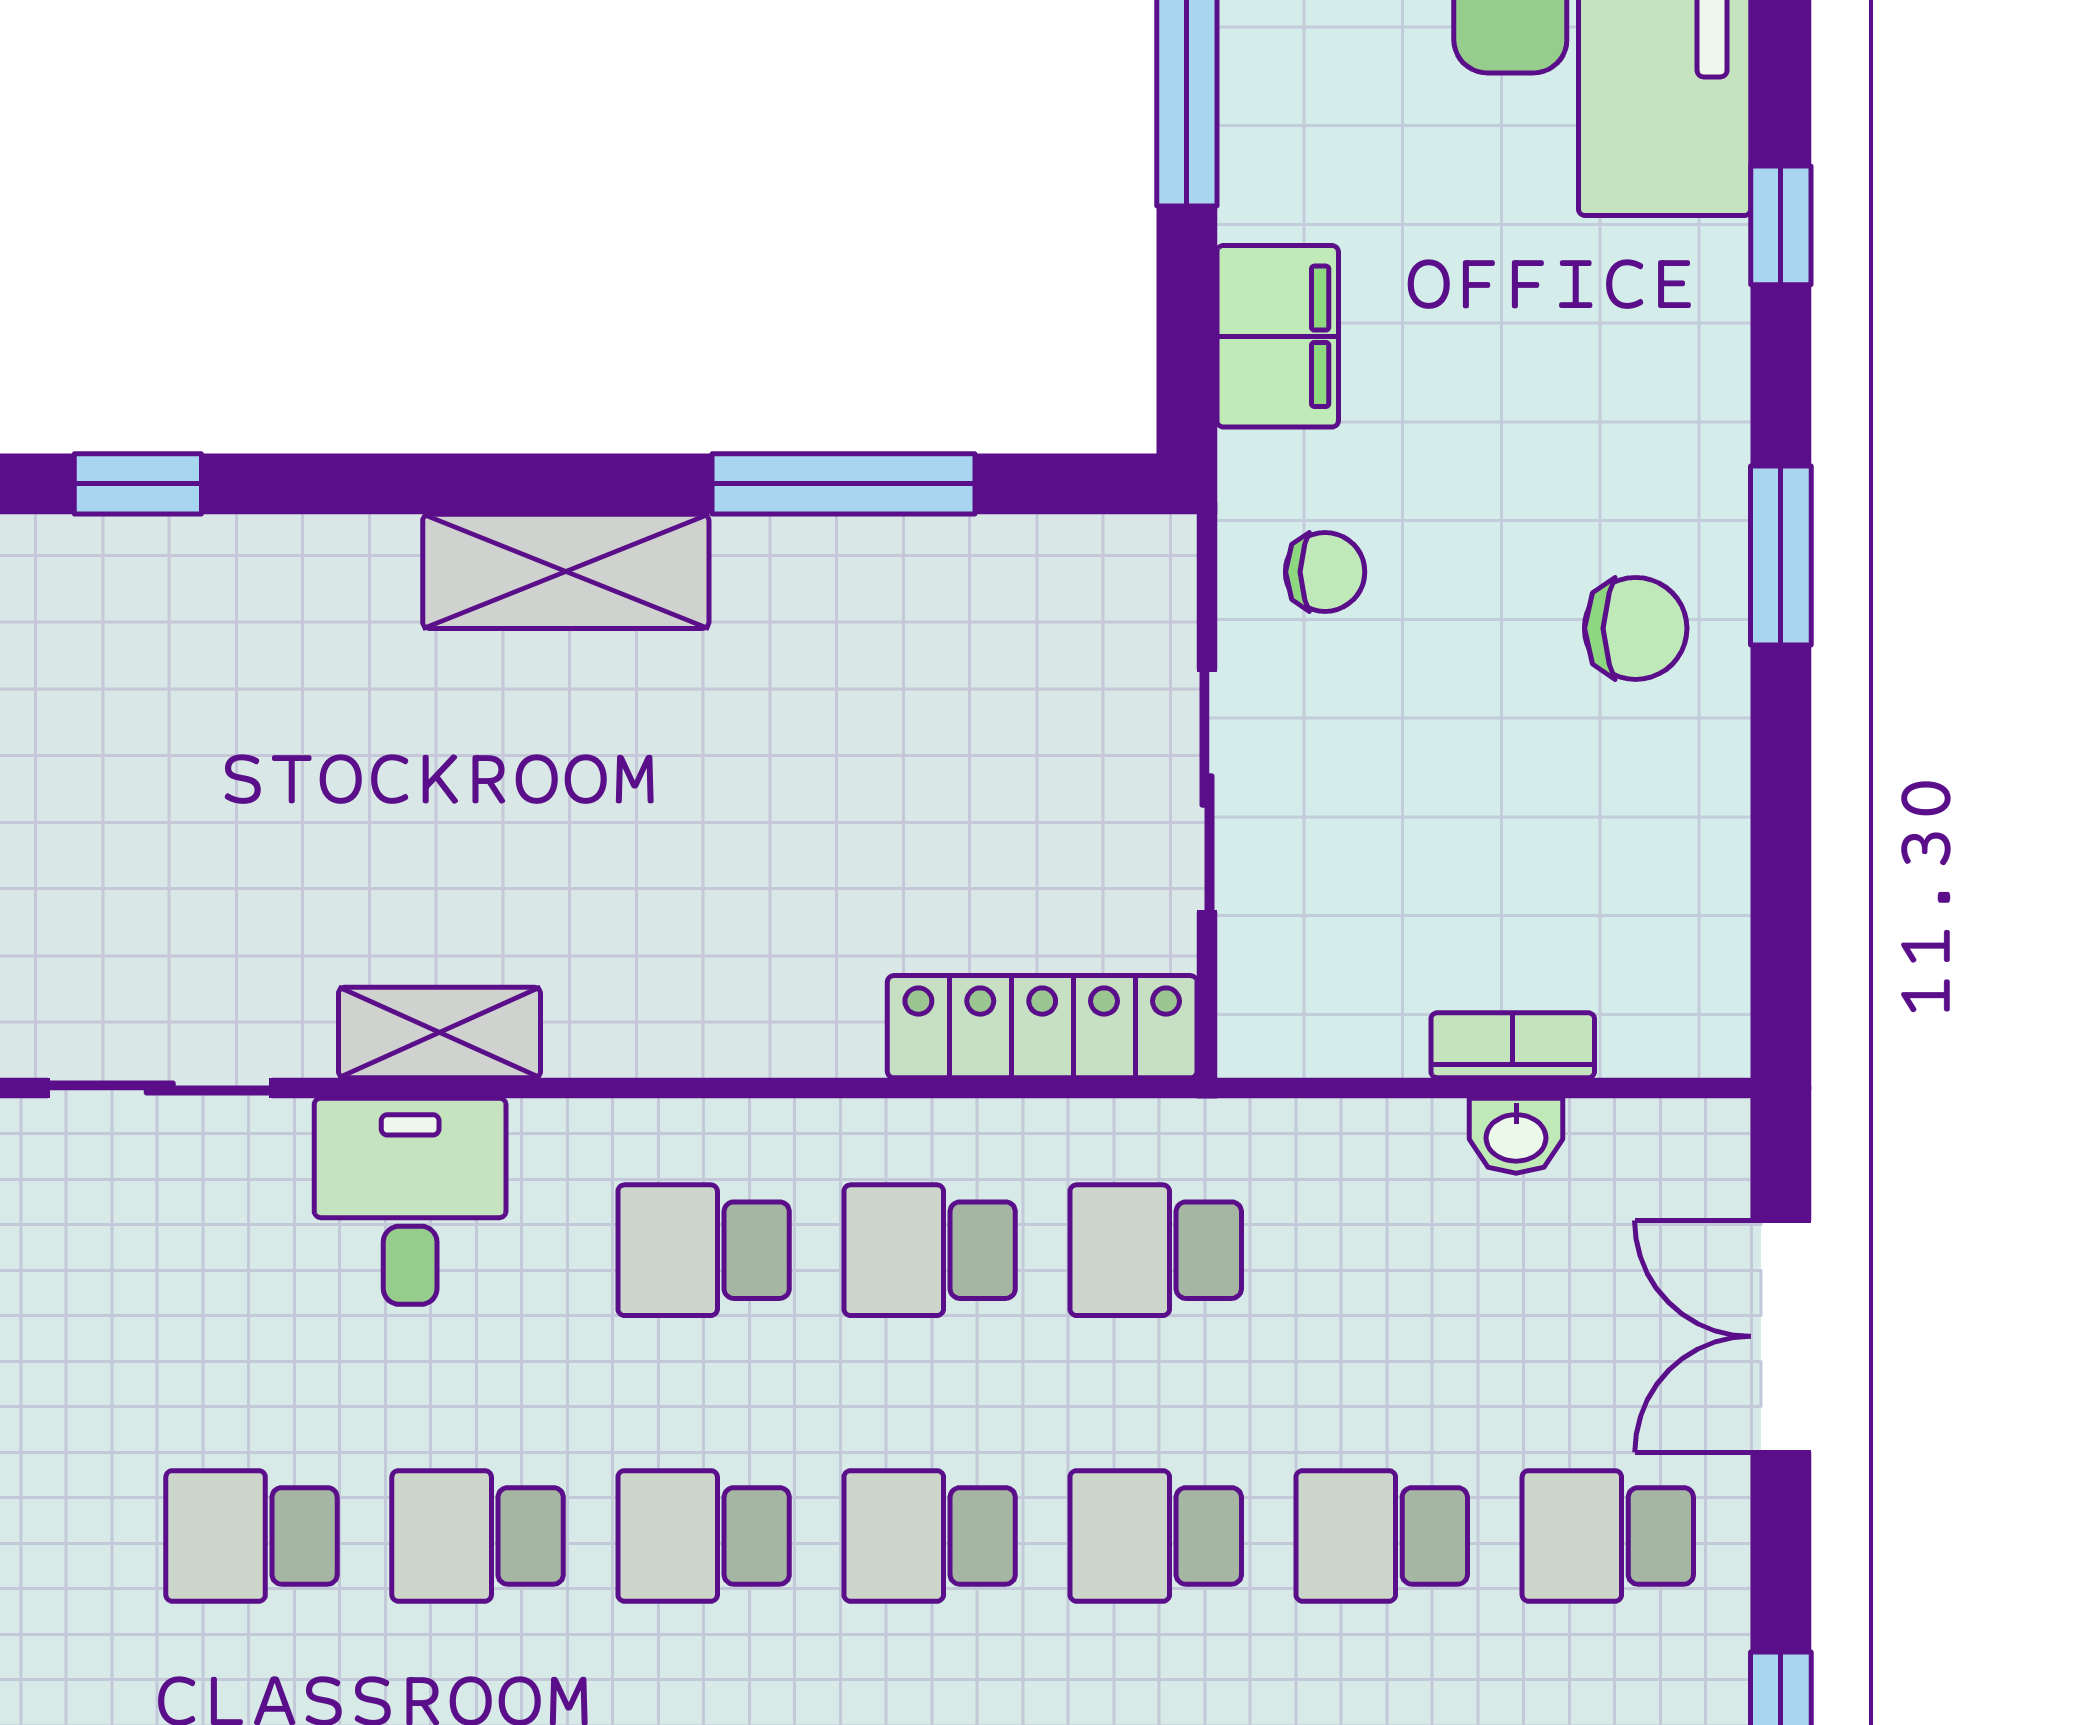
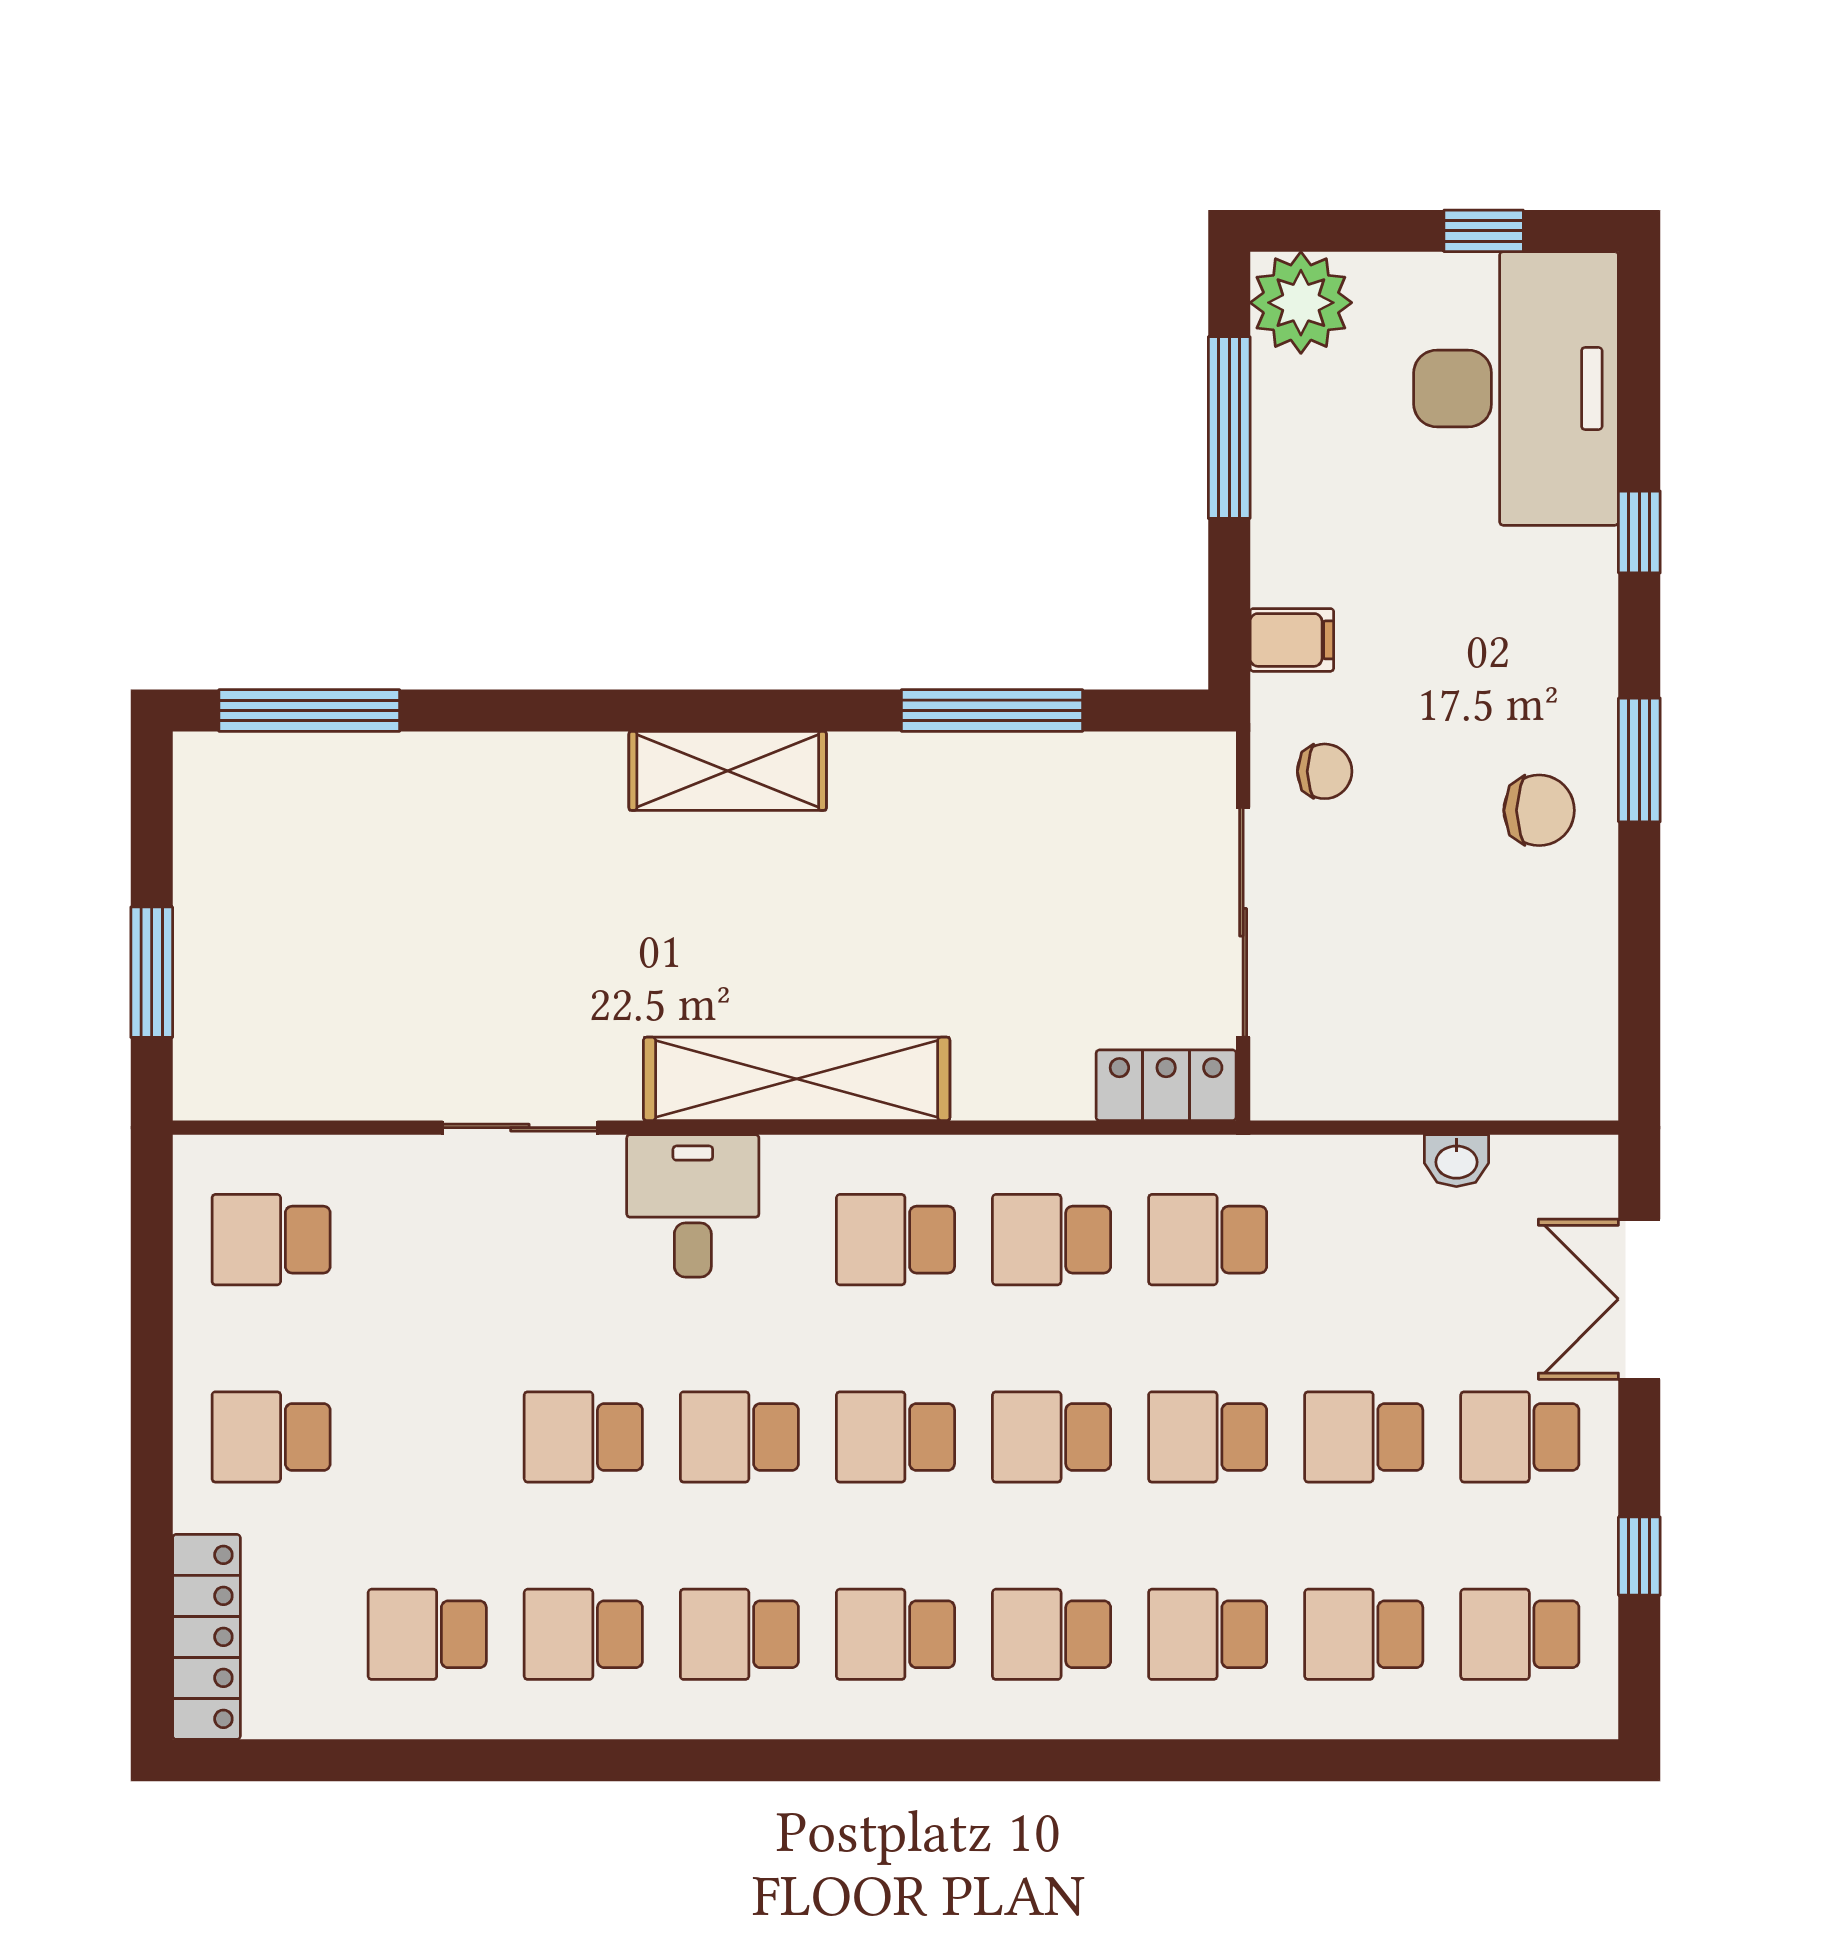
filing cabinet: (1278, 336) -> (1292, 640), width x0.50
window: (138, 484) -> (505, 711), removed
shelving: (566, 571) -> (728, 771), moved
sliding door: (1207, 791) -> (1243, 922), width x1.37
locker: (1042, 1027) -> (1166, 1085), width x0.66
shelving: (440, 1033) -> (797, 1079), width x2.20, depth x1.33
bookcase: (1513, 1045) -> (1454, 1098), removed

